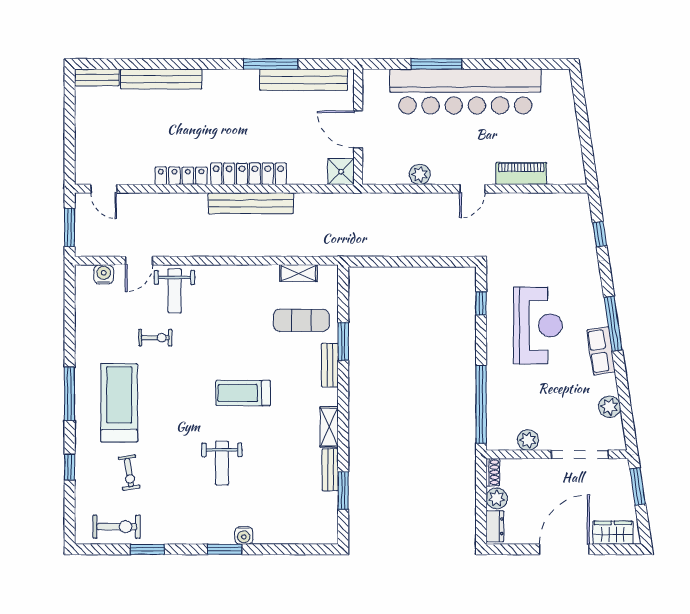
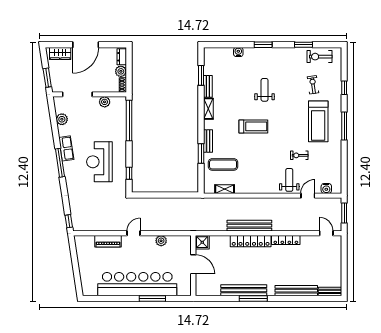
window: (271, 64) -> (253, 298), moved
bench: (304, 80) -> (244, 290), moved
window: (600, 234) -> (69, 221), moved
water cooler: (244, 535) -> (238, 52), moved

